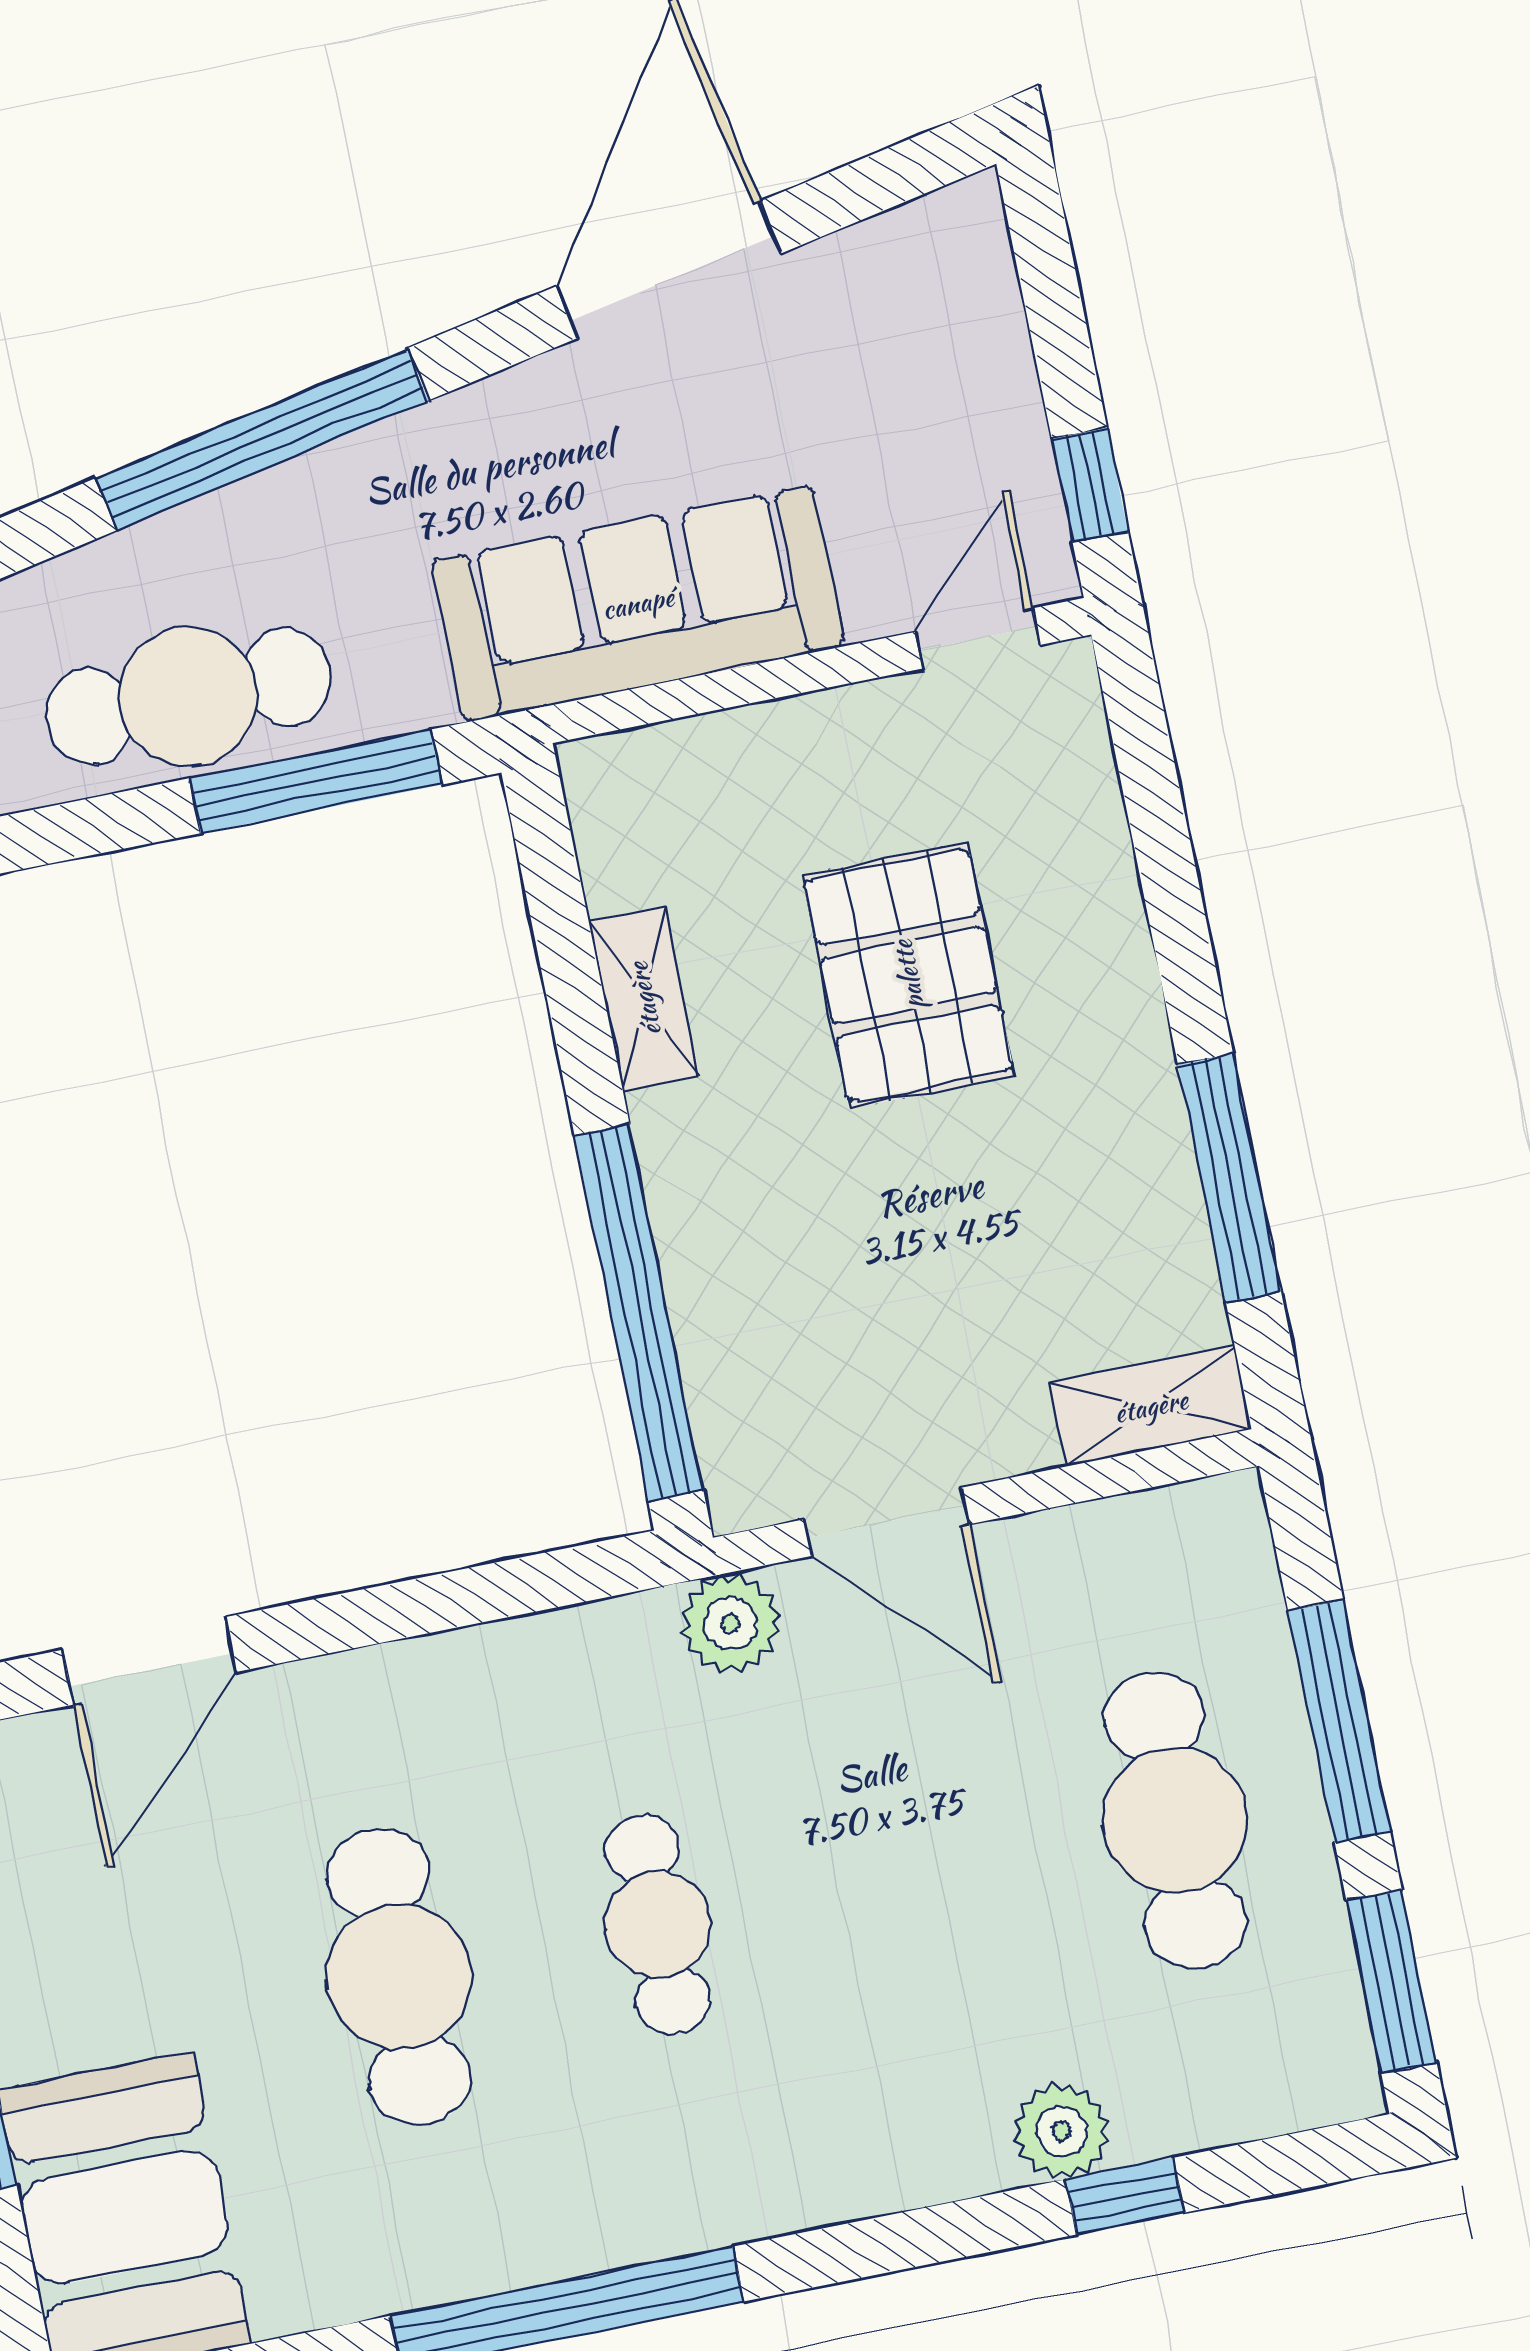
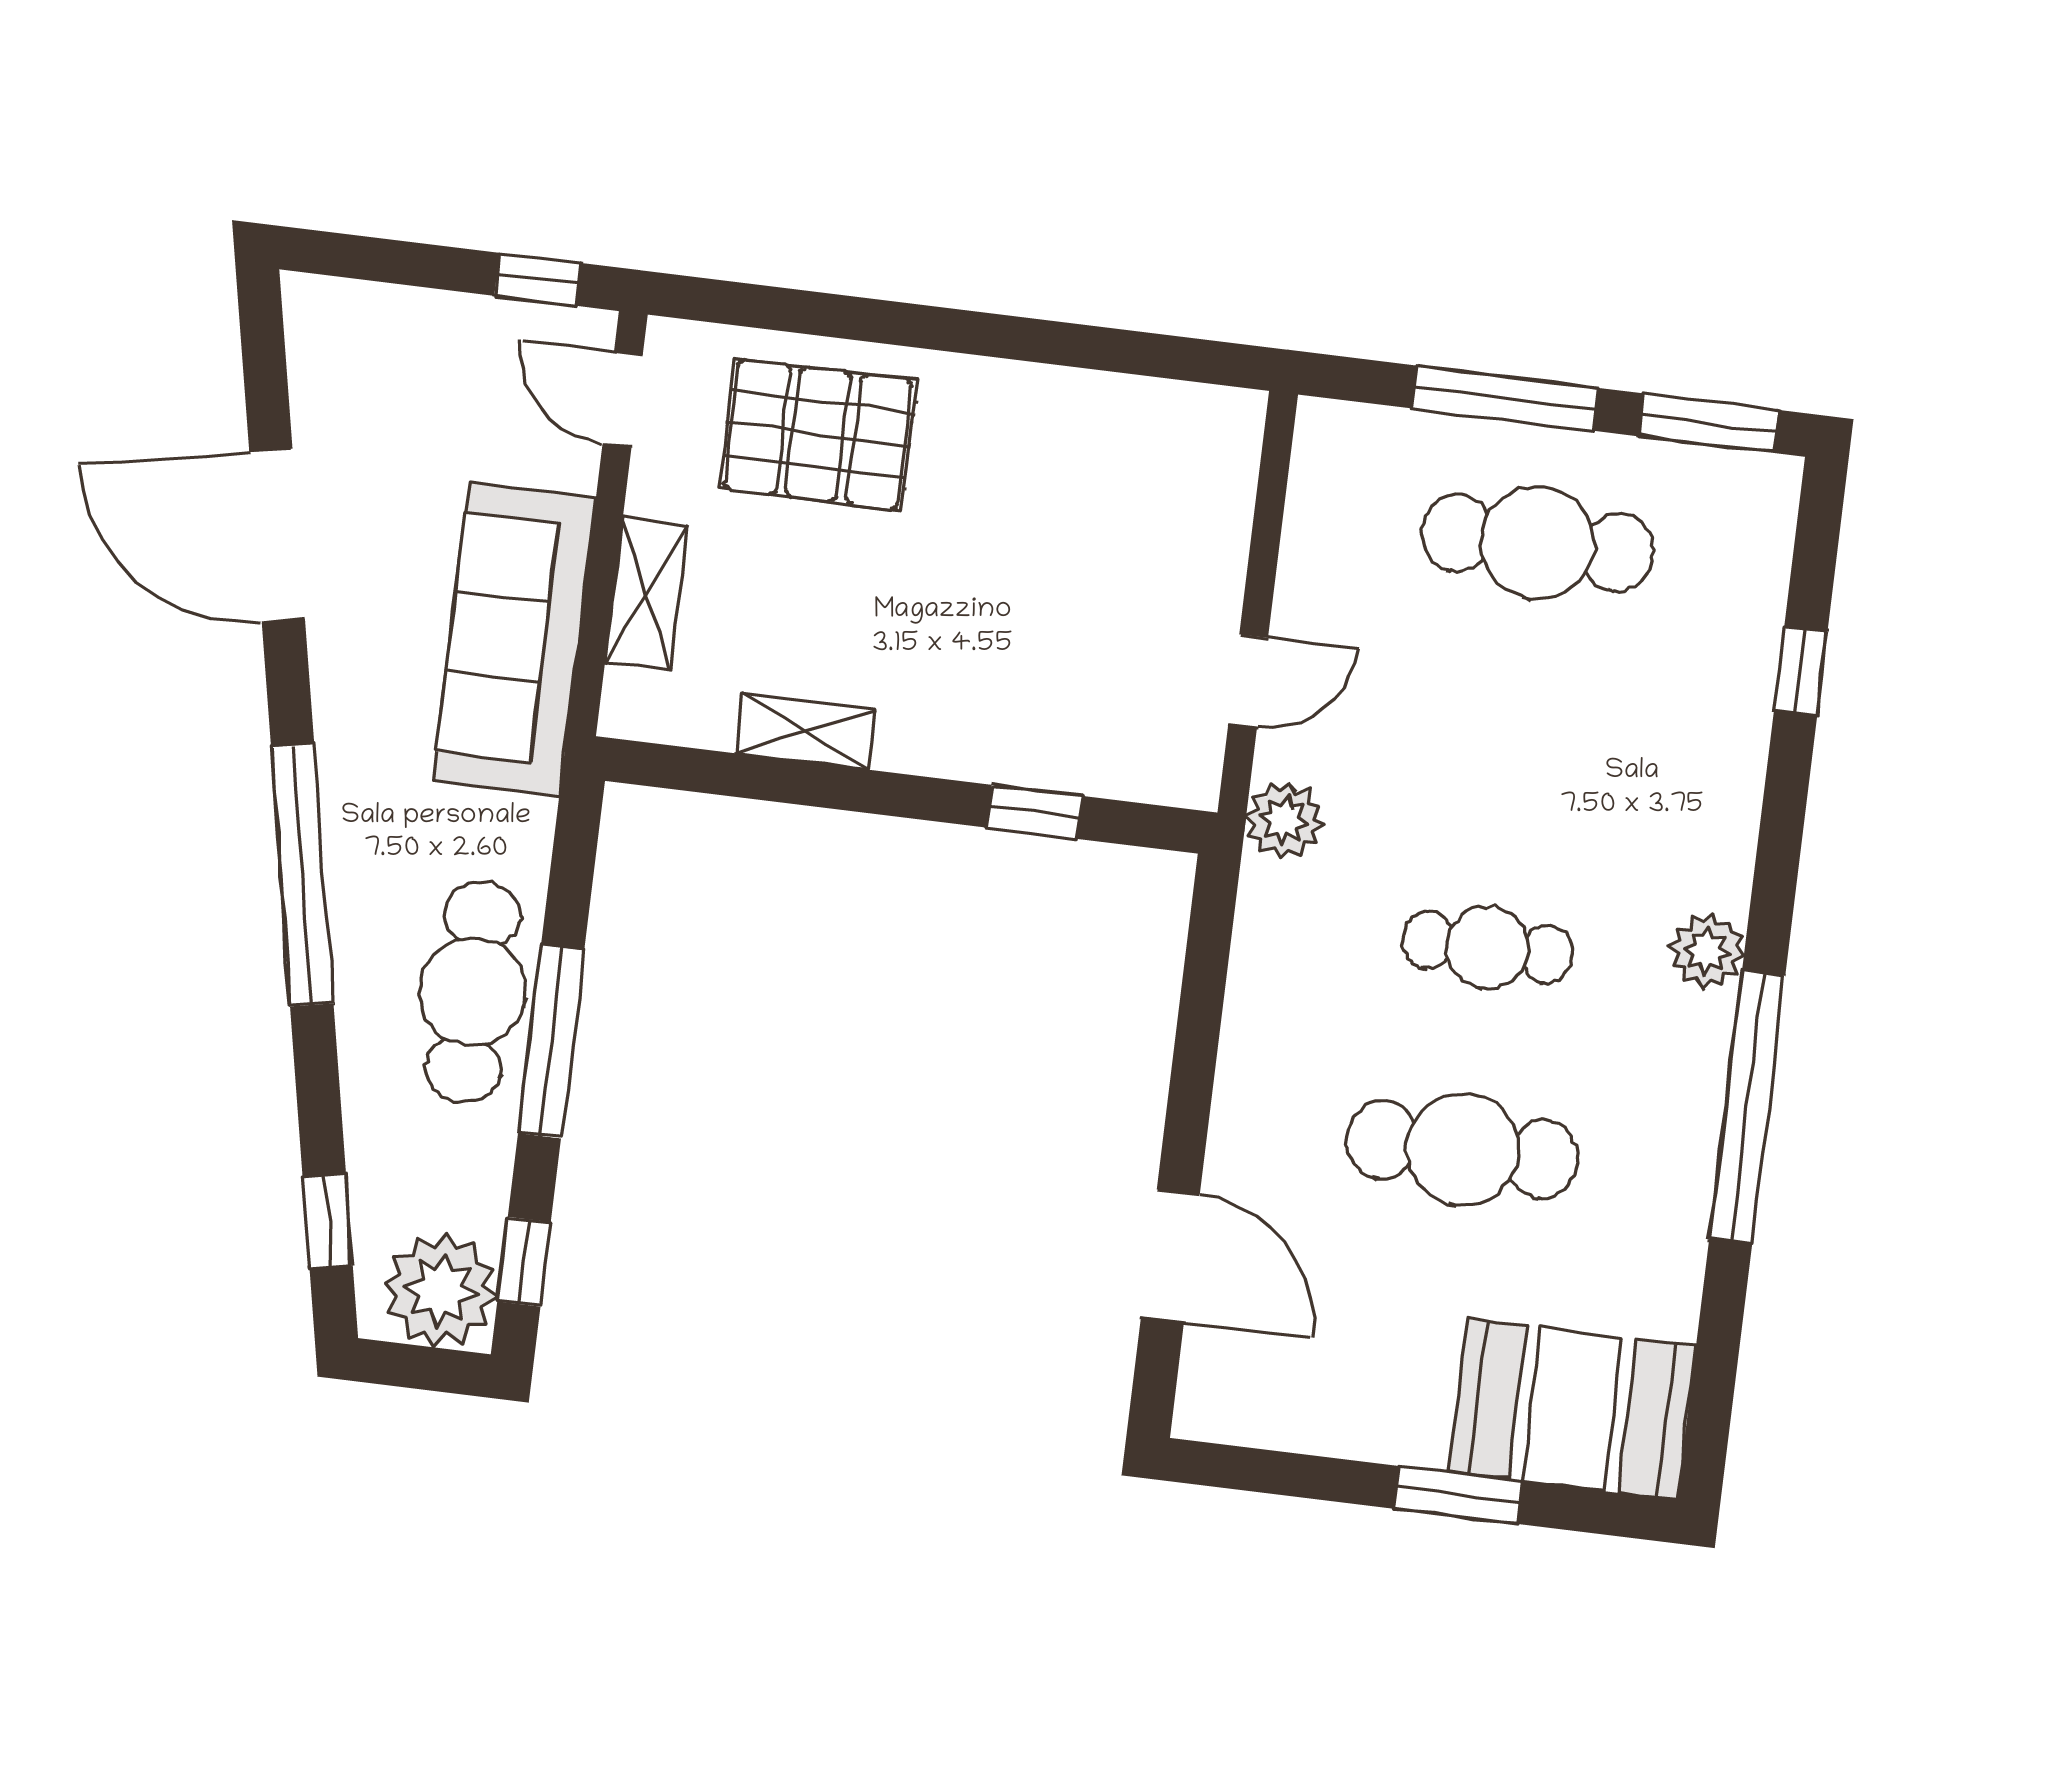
window: (316, 781) -> (551, 1042), moved
pallet: (908, 975) -> (818, 434), moved
window: (1230, 1178) -> (1080, 346), removed
window: (639, 1313) -> (1034, 812), width x0.32
shelving: (1151, 1406) -> (646, 594), moved
door: (887, 1522) -> (1248, 681), width x0.73
plant: (1061, 2131) -> (1707, 951), moved

